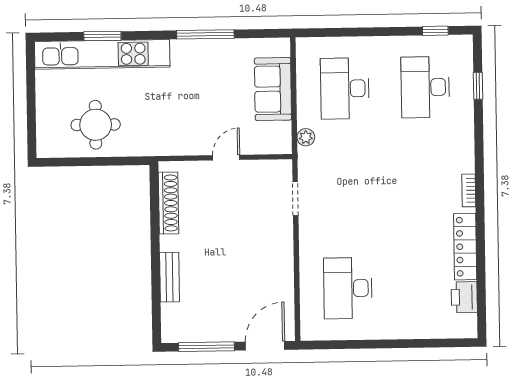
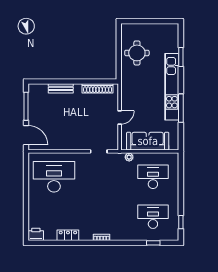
kitchen unit: (102, 54) -> (172, 87), moved
sofa: (273, 89) -> (148, 141), width x1.36
door: (226, 158) -> (120, 117), hinge flipped
locker: (465, 247) -> (68, 235), width x0.66
desk: (348, 288) -> (54, 177), width x1.36, depth x1.30
printer: (464, 297) -> (36, 234), moved

